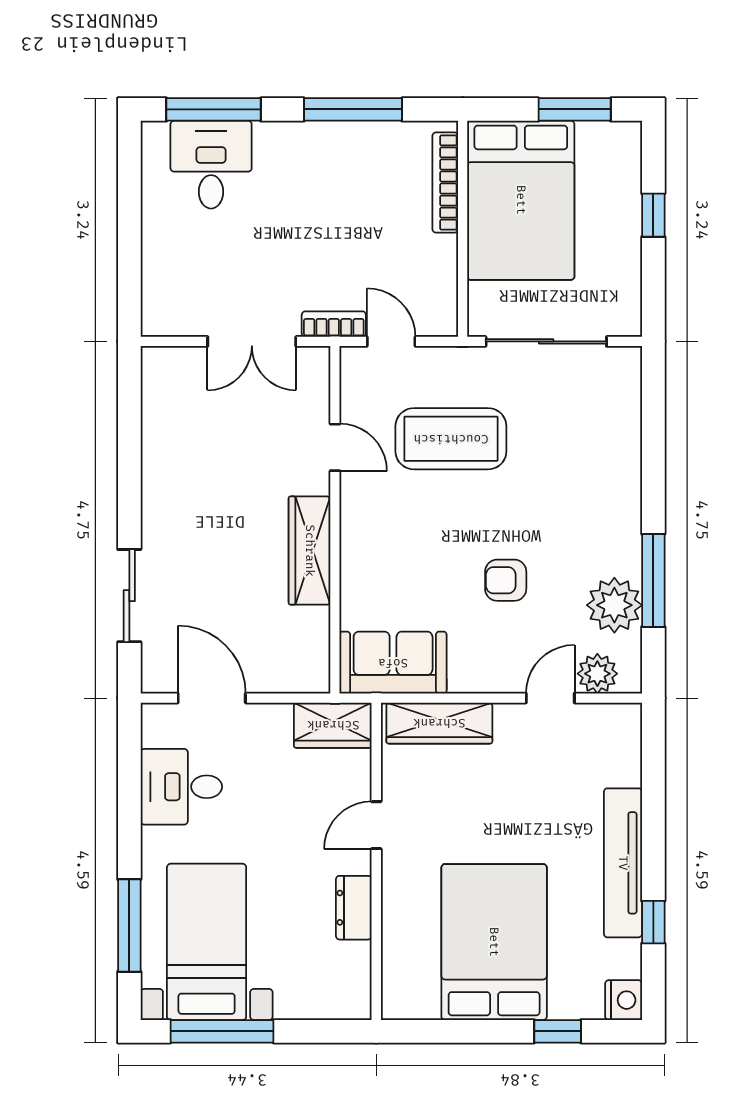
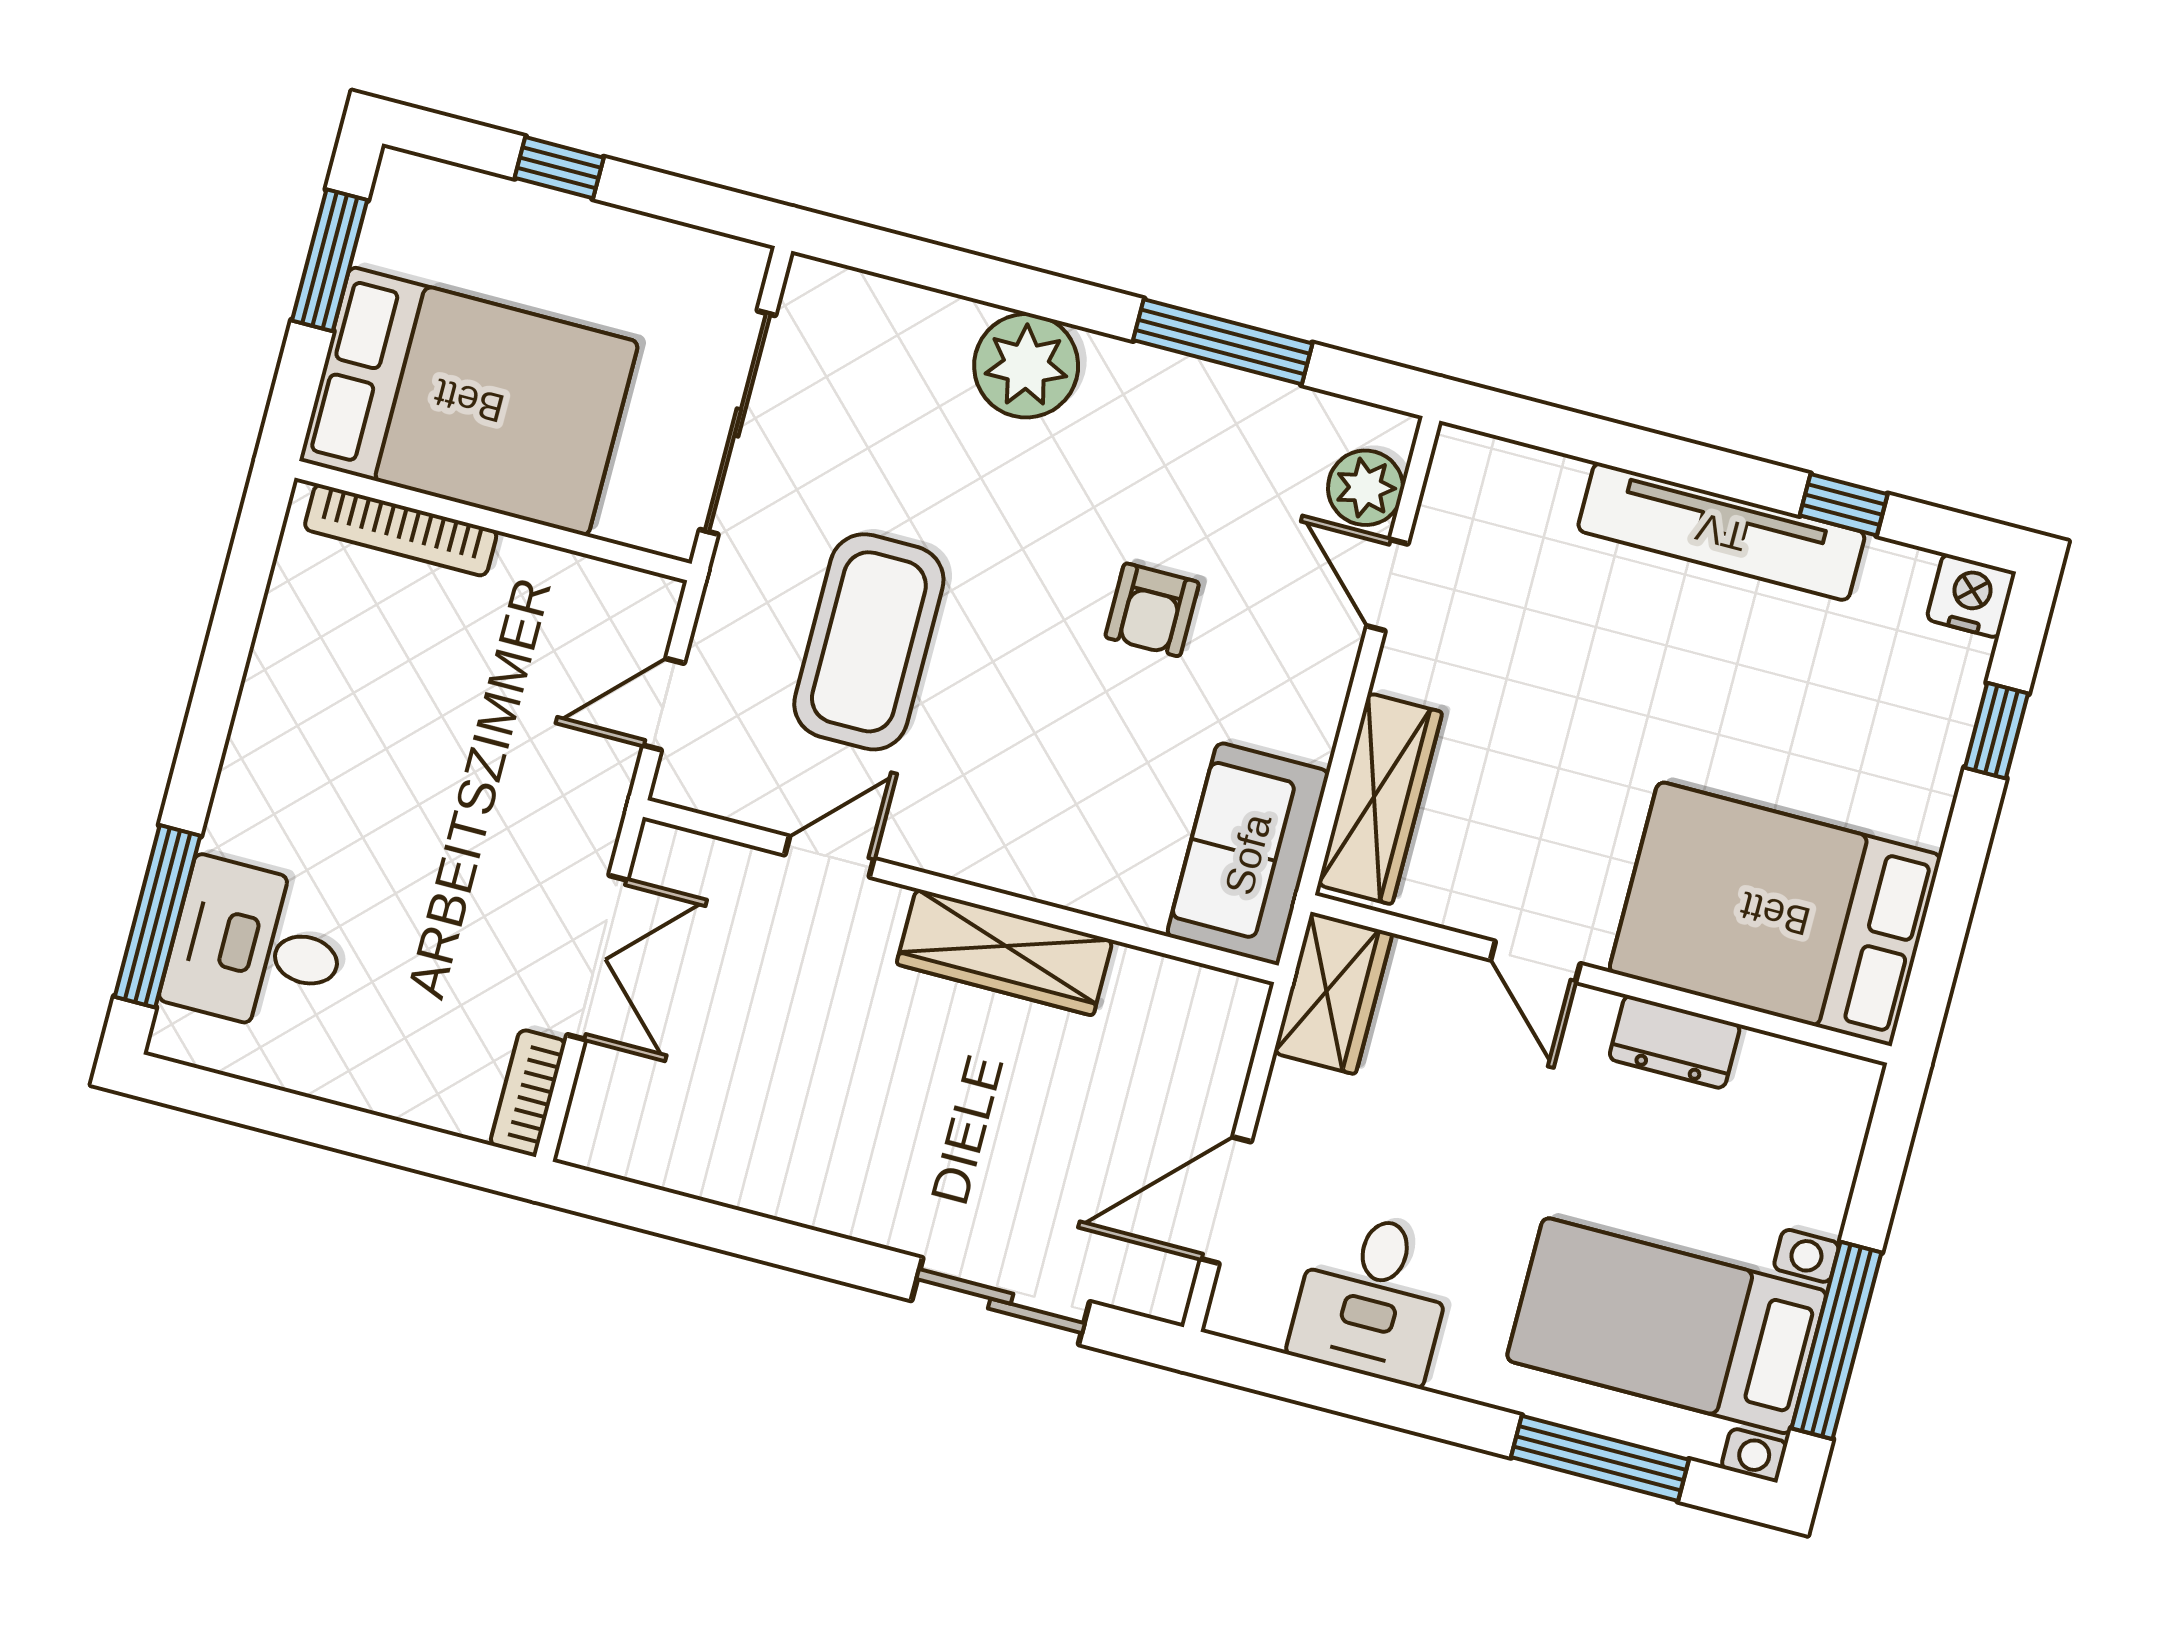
window: (353, 109) -> (224, 663), removed
bookcase: (334, 324) -> (528, 1093), moved
plant: (614, 605) -> (1026, 366), moved
bed: (494, 942) -> (1775, 914), moved

